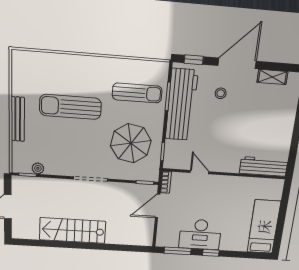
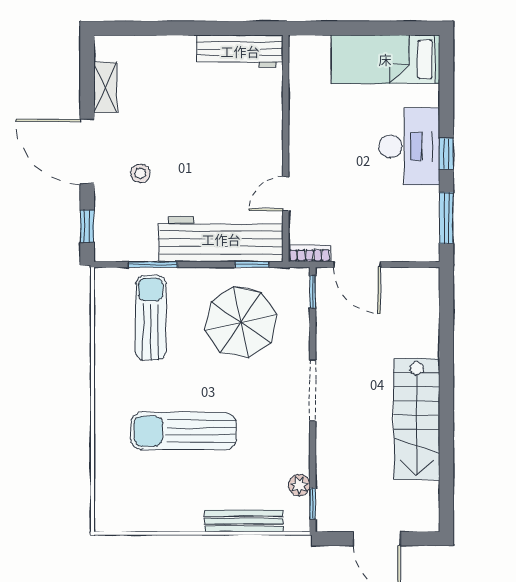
workbench: (182, 105) -> (221, 239), moved
sun lounger: (70, 107) -> (184, 431), turned 90
bench: (18, 119) -> (244, 521), moved
workbench: (264, 166) -> (240, 51), moved, turned -90
desk: (200, 234) -> (409, 146), moved

